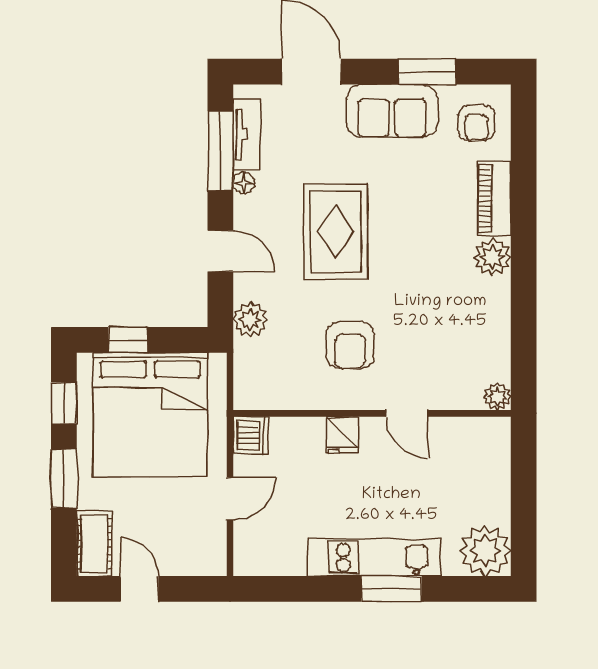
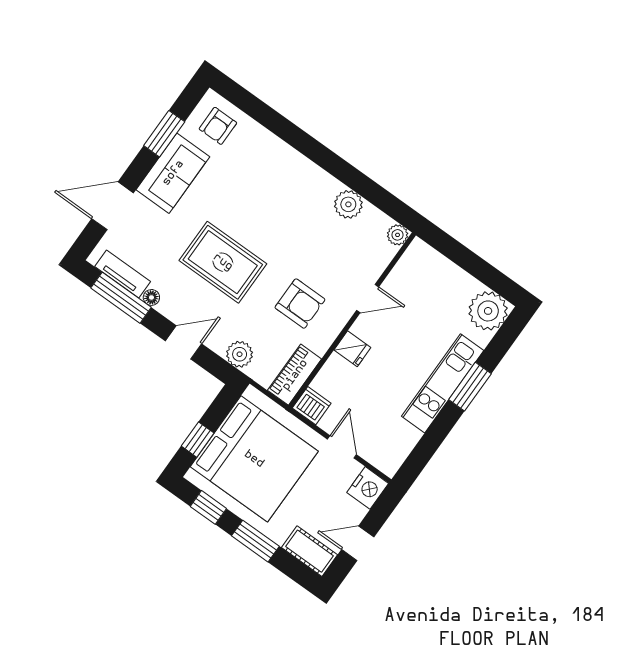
armchair: (477, 123) -> (218, 126), turned 90
piano: (494, 199) -> (295, 375), moved, turned 90
plant: (492, 257) -> (348, 204), moved
nightstand: (206, 557) -> (368, 488), added

